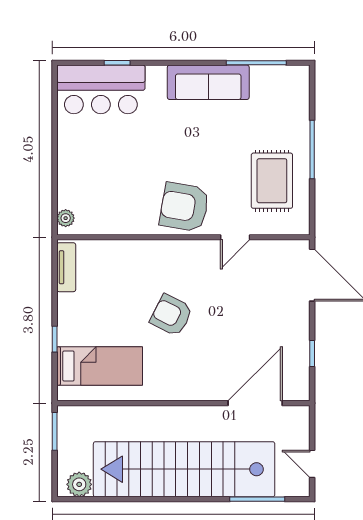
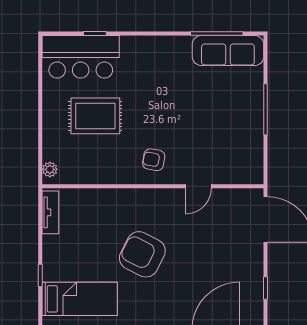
sofa: (208, 82) -> (228, 51), moved
rug: (272, 181) -> (95, 116), moved, turned 90
armchair: (184, 207) -> (154, 160), width x0.53, depth x0.53
armchair: (171, 315) -> (142, 254), width x1.36, depth x1.36

